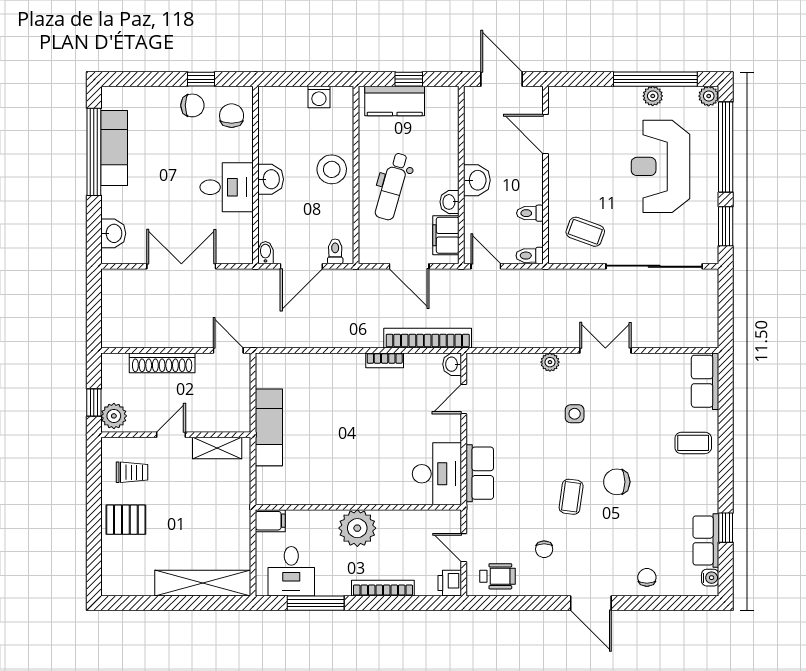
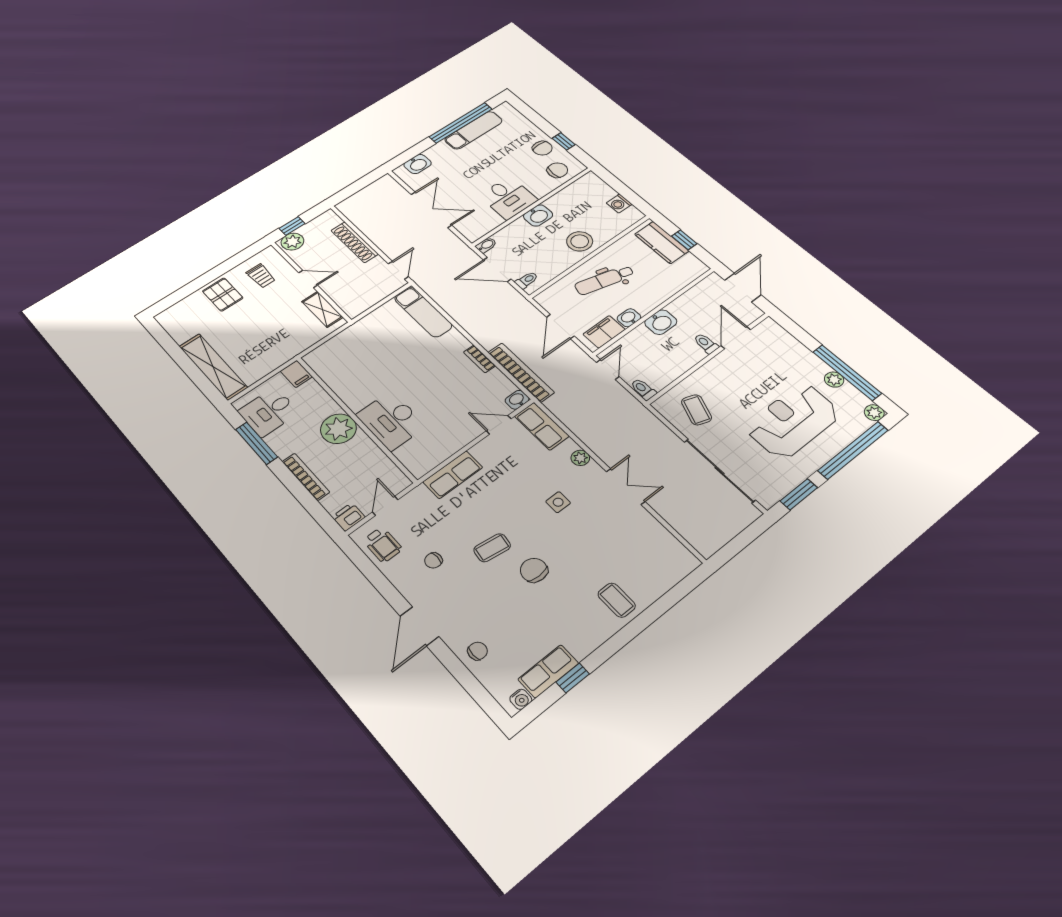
toilet: (530, 213) -> (706, 344), moved
row of seats: (705, 381) -> (542, 426), moved, turned -90
exam couch: (269, 427) -> (423, 312), moved, turned 90
desk: (437, 474) -> (391, 421), moved, turned 90

